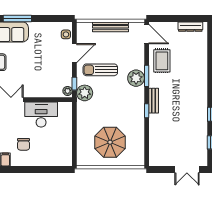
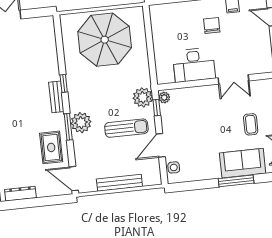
parasol: (110, 142) -> (105, 40), width x1.36, depth x1.36

